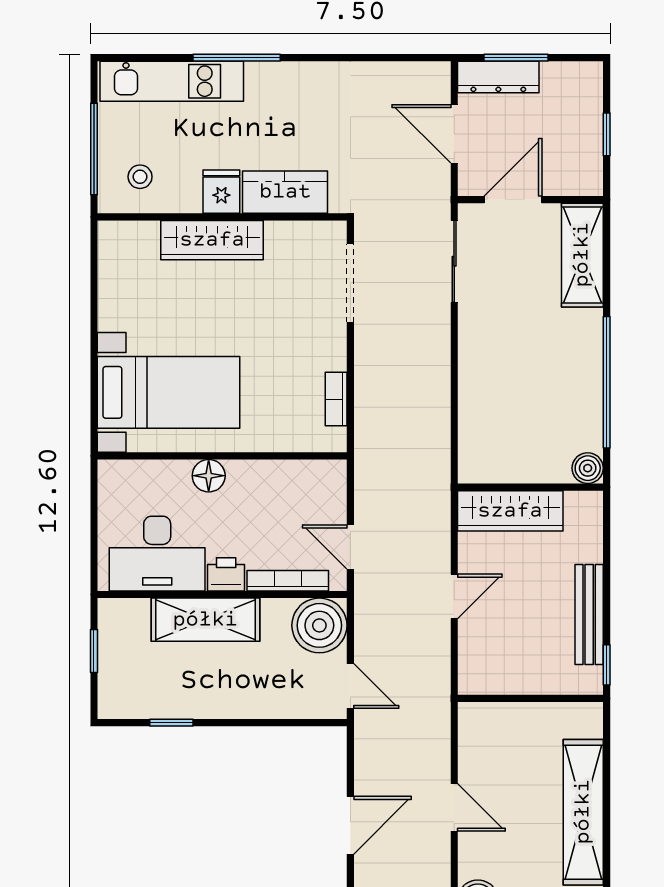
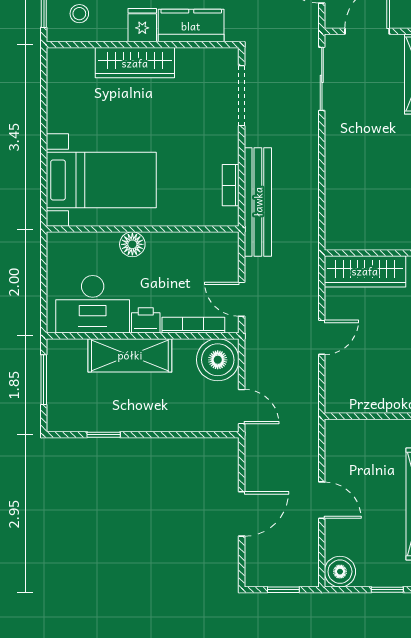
bench: (371, 421) -> (258, 202), added
window: (94, 651) -> (44, 380), width x1.50

